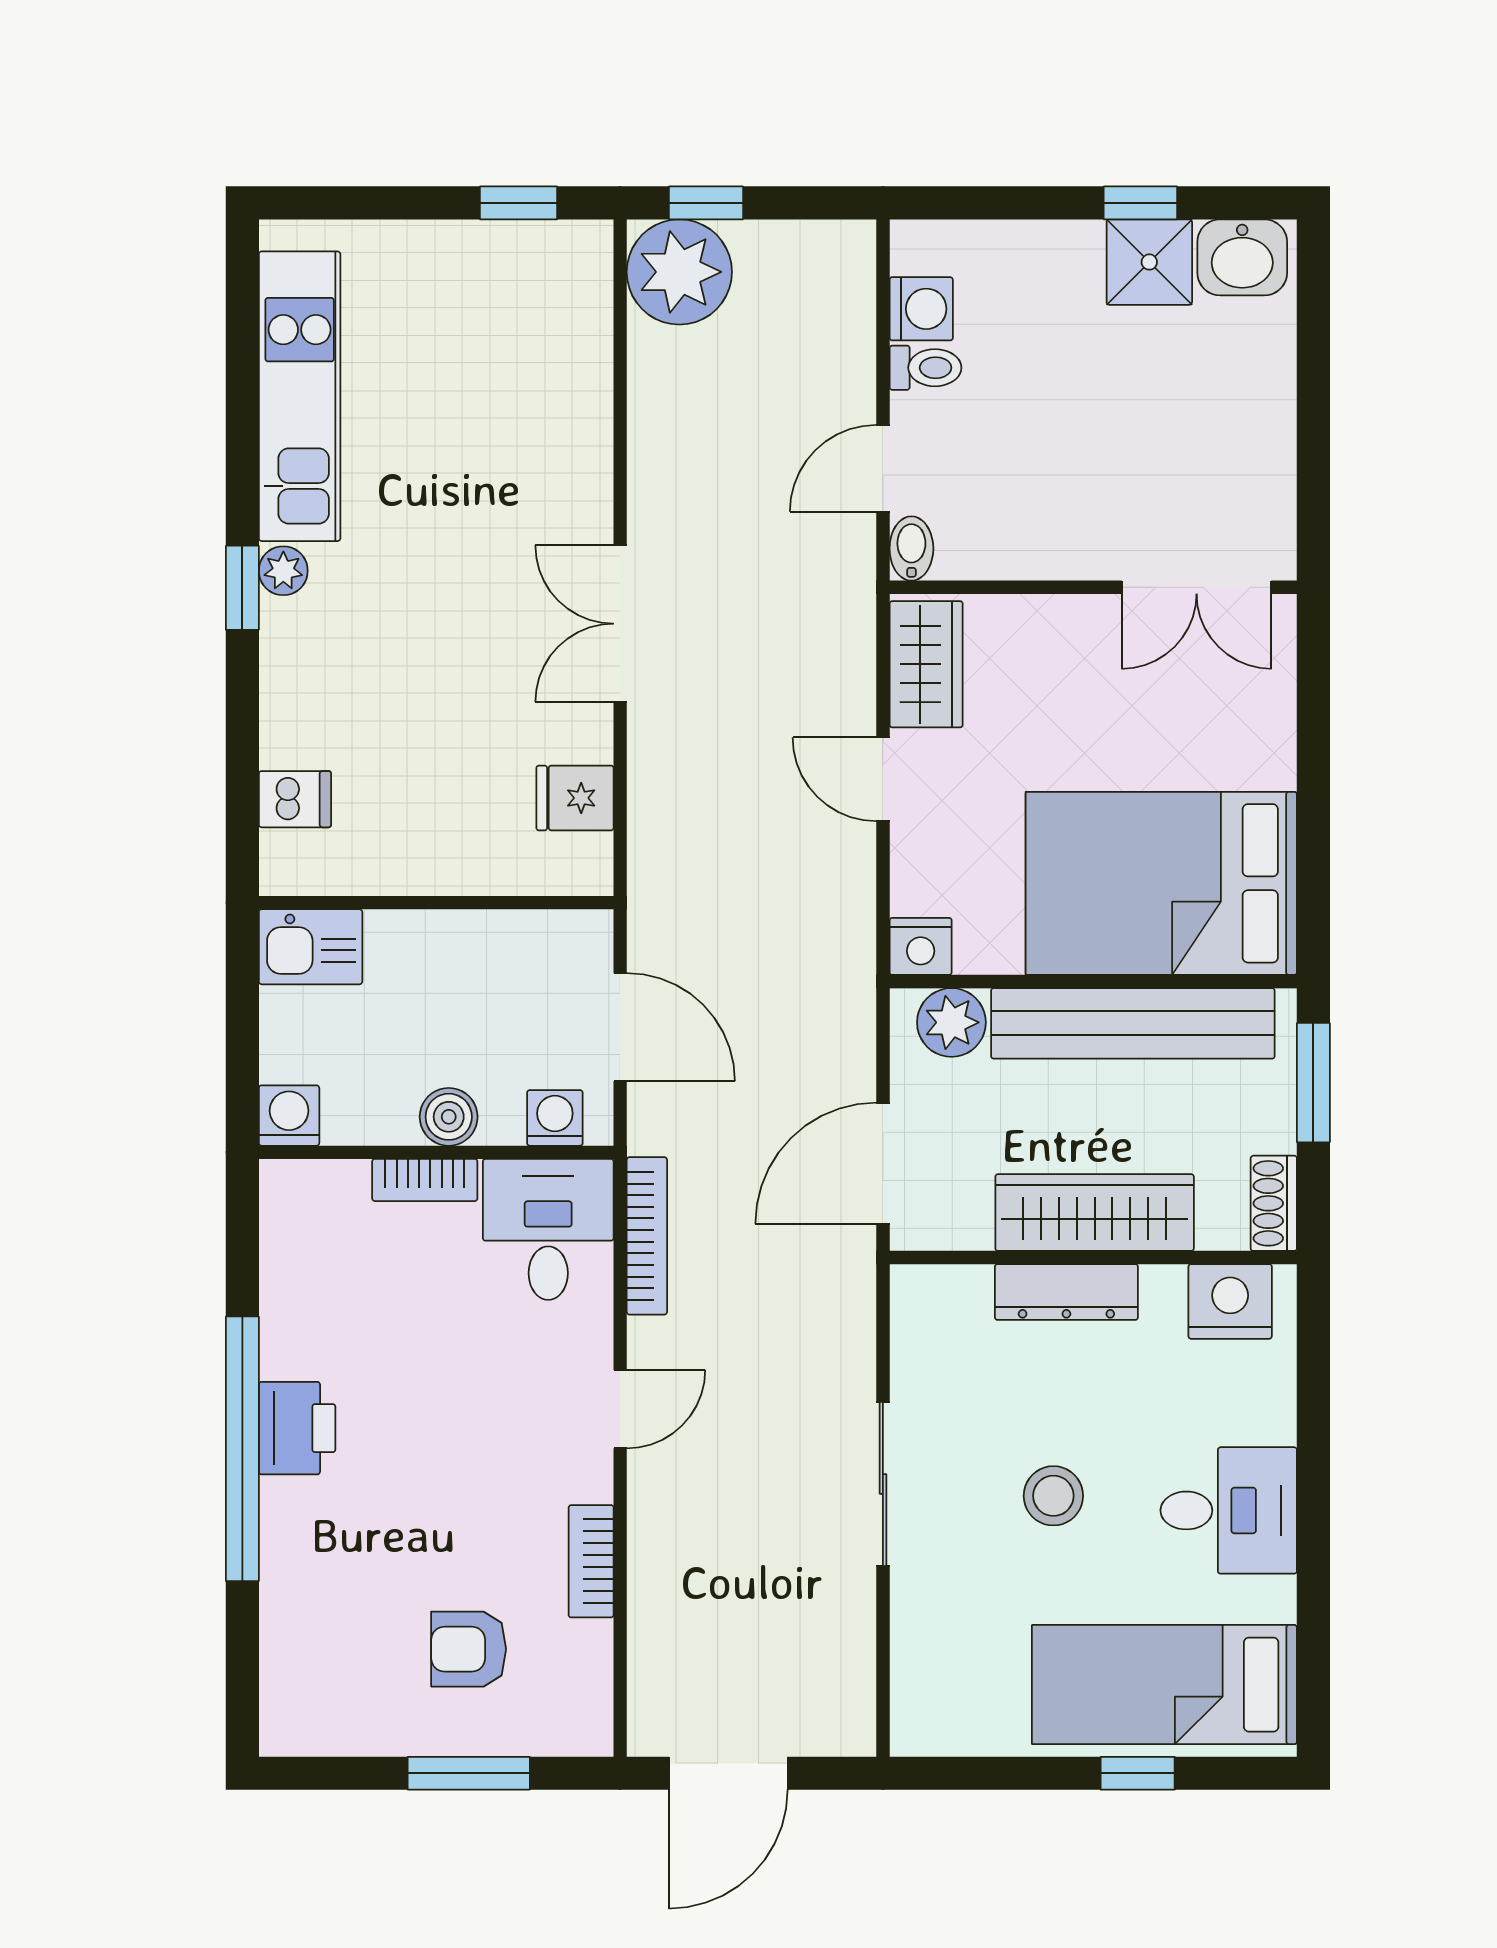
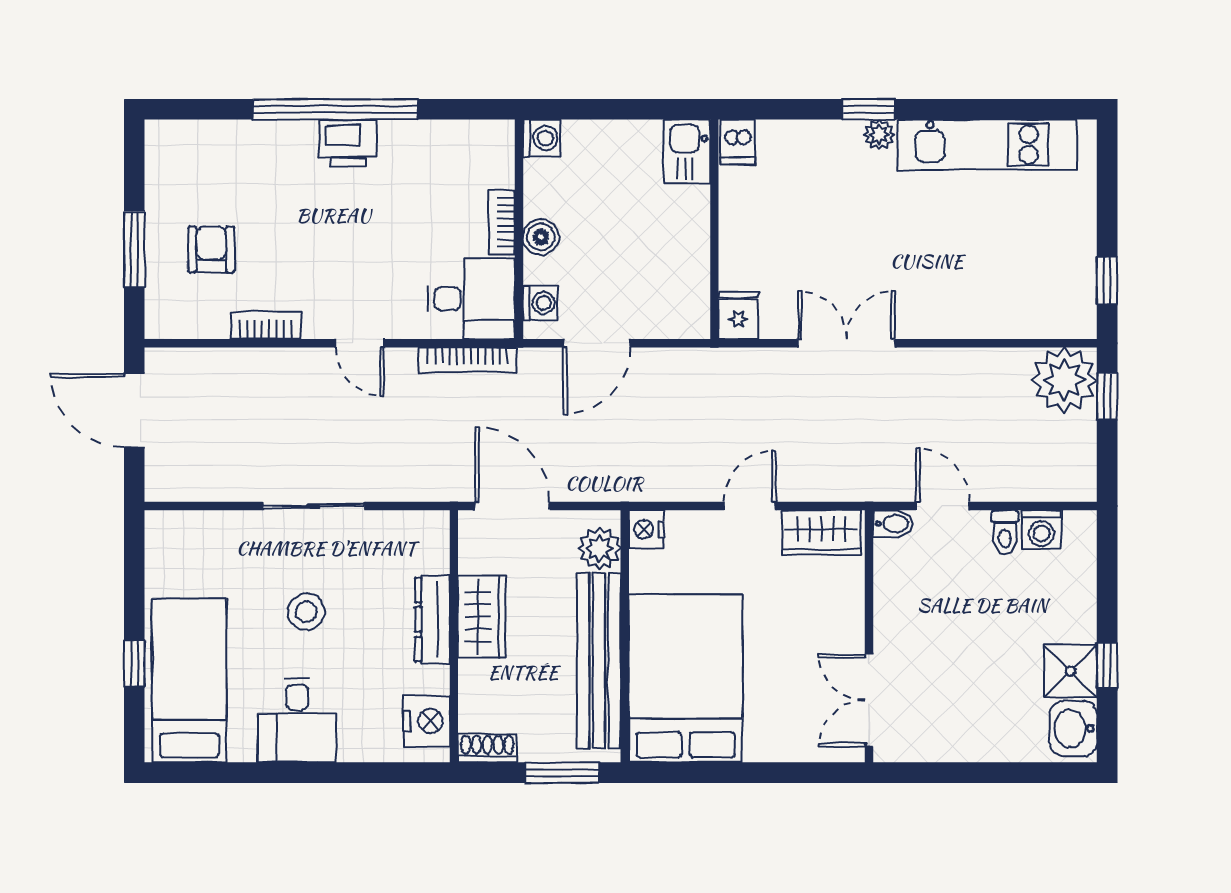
wall: (436, 903) -> (714, 229), moved
kitchen sink: (311, 947) -> (687, 151), moved
wardrobe: (1095, 1213) -> (482, 617), width x0.67

